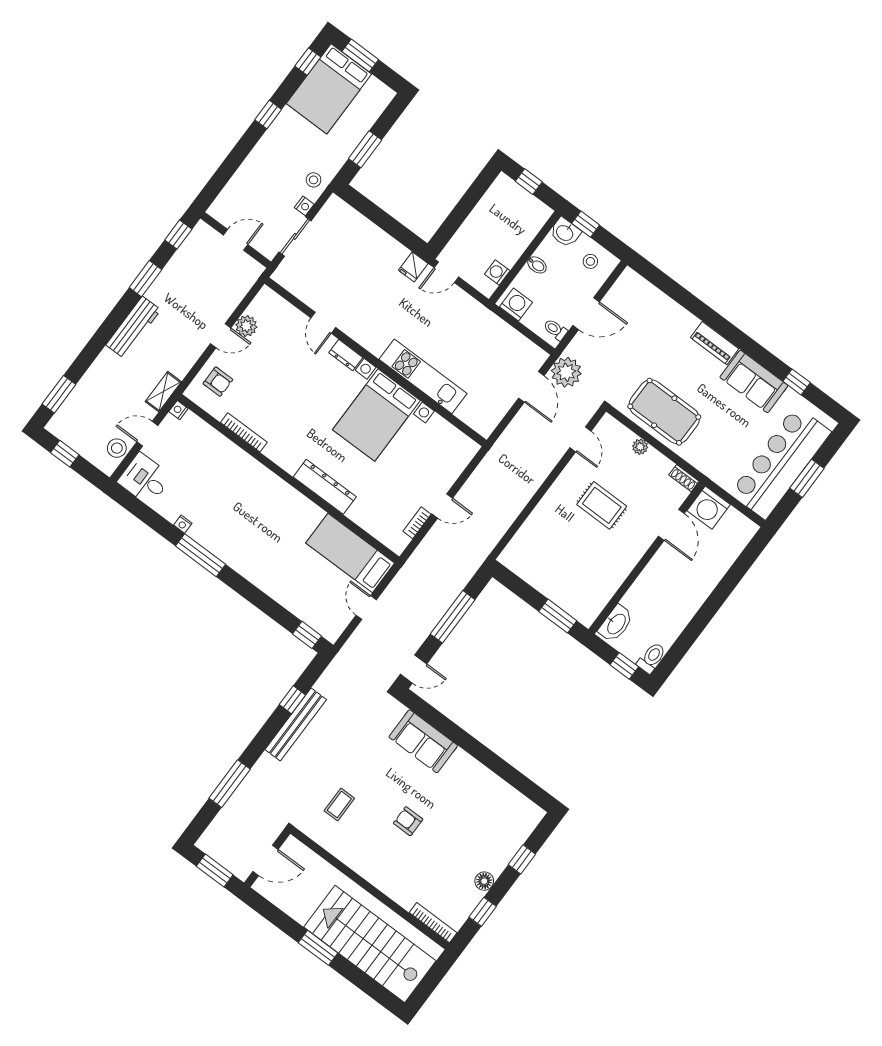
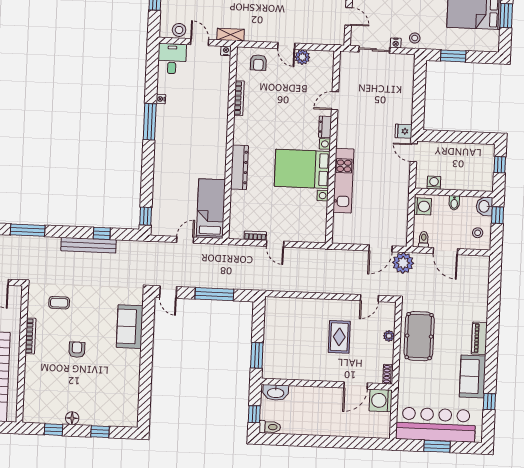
bookcase: (433, 923) -> (30, 336), moved

